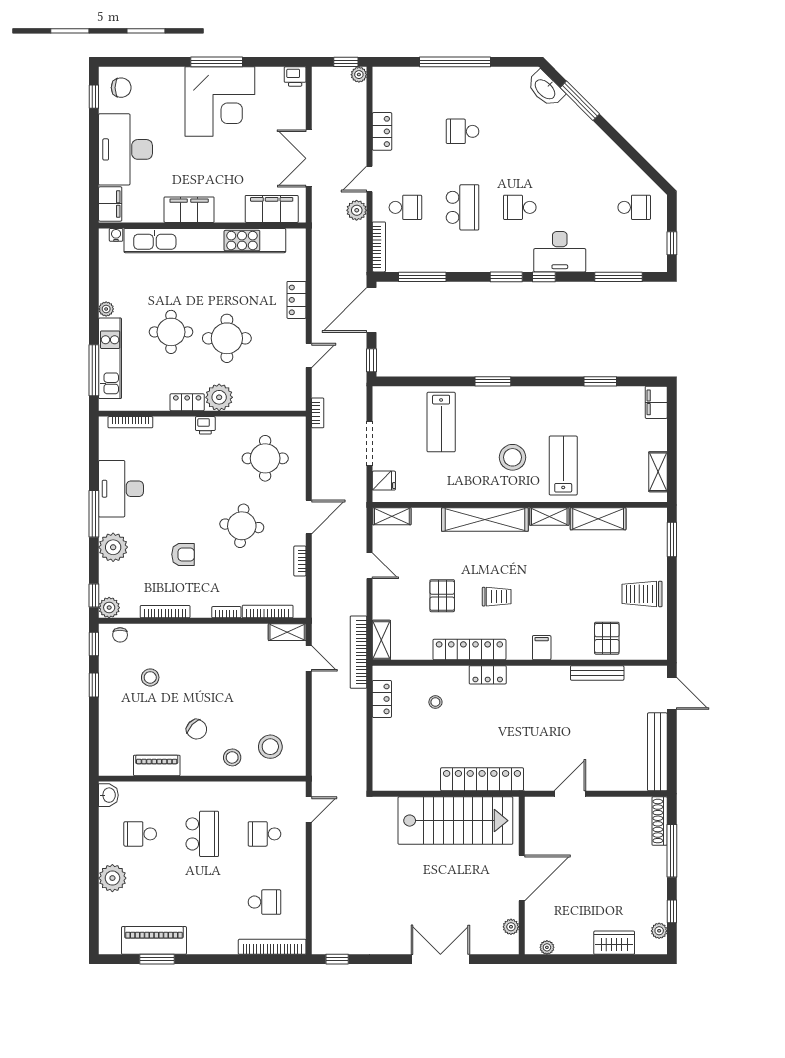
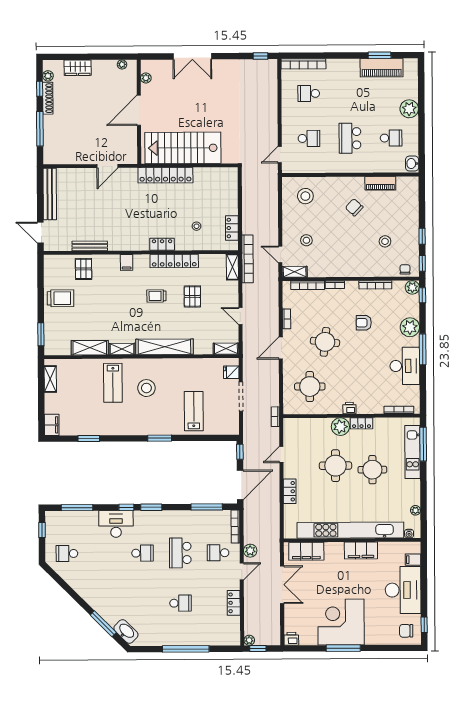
filing cabinet: (110, 204) -> (413, 560), width x0.50
plant: (106, 309) -> (415, 510), moved
stool: (232, 757) -> (306, 240), moved
shoe rack: (660, 821) -> (48, 98), moved

